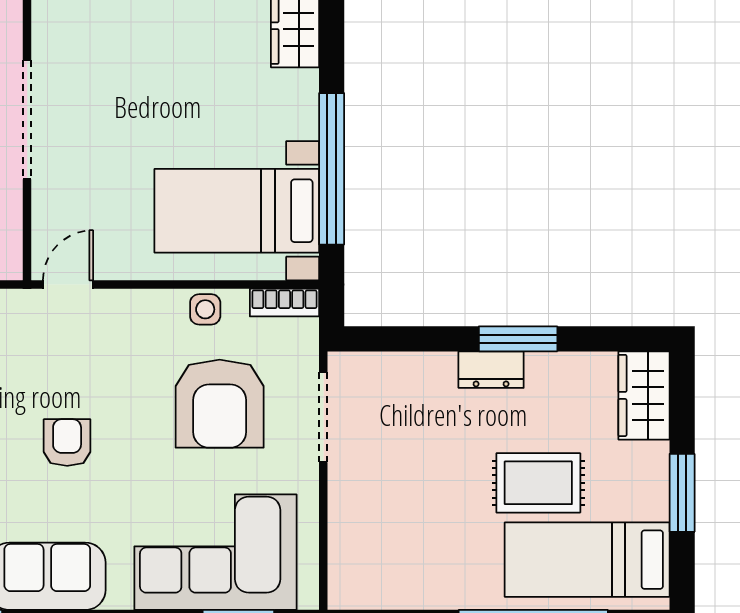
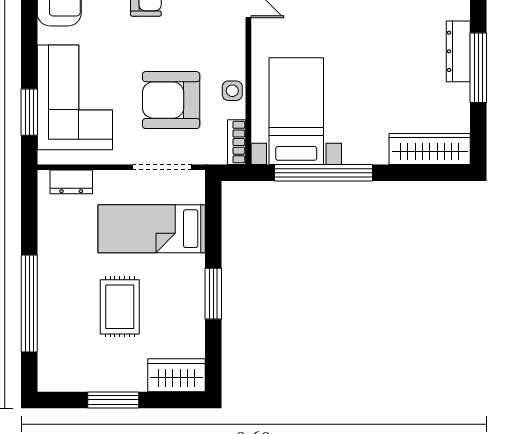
dresser: (491, 370) -> (71, 182), moved, turned -90
bed: (587, 560) -> (152, 229), moved, turned -90

